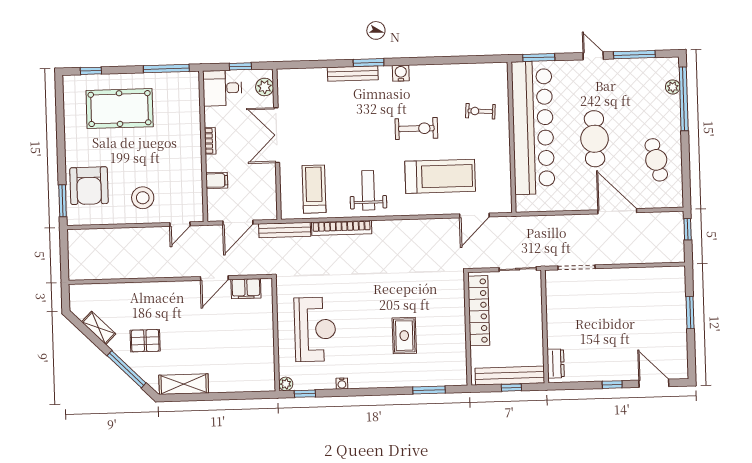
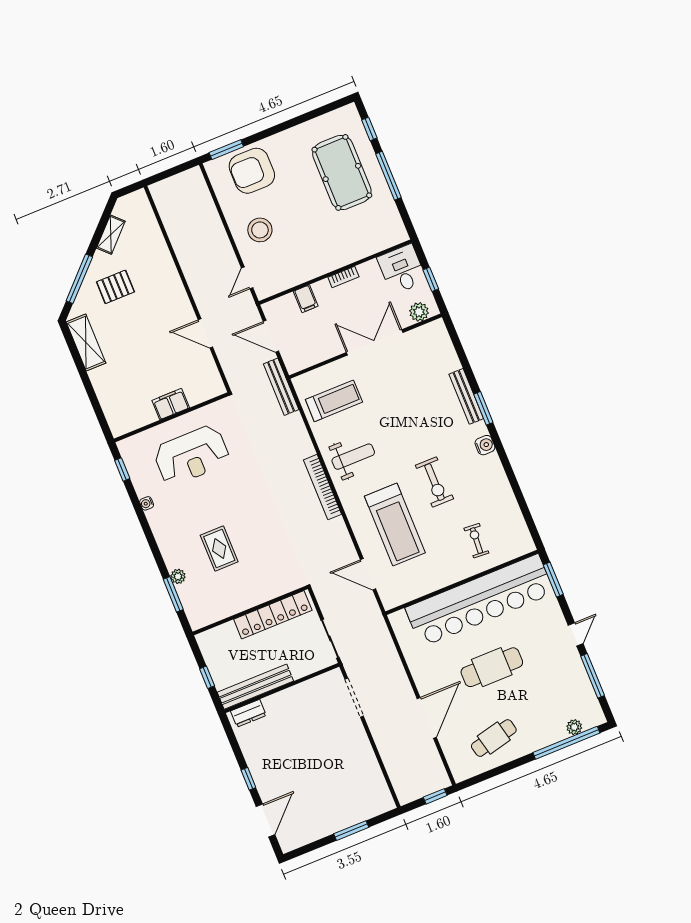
window: (166, 69) -> (388, 176), moved
door: (180, 224) -> (247, 278), hinge flipped
bookcase: (342, 228) -> (323, 487), moved
filing cabinet: (246, 289) -> (171, 404), moved, turned 90
rug: (404, 336) -> (219, 548), turned 90
pallet: (145, 341) -> (115, 287), turned 90
bench: (510, 376) -> (255, 687), moved, turned 90
plant: (286, 384) -> (178, 576), moved

